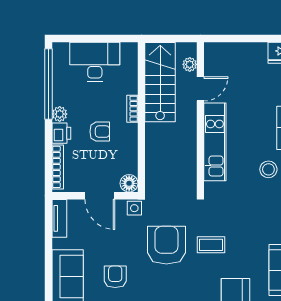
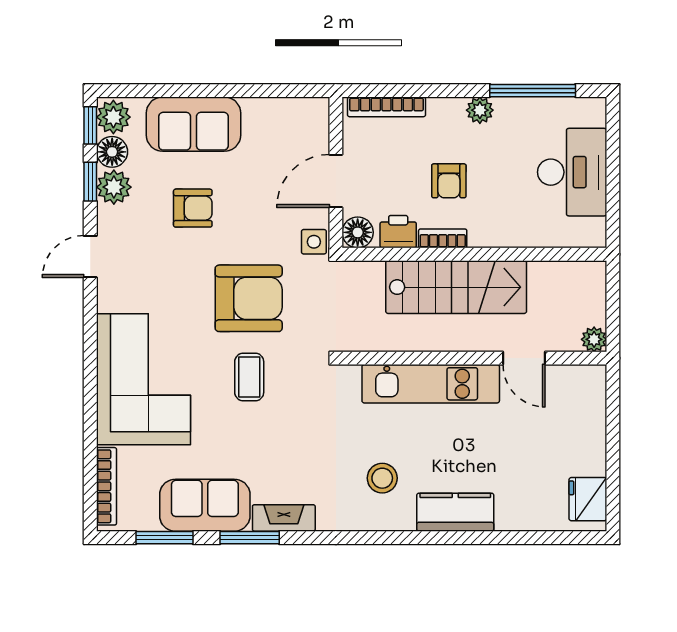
plant: (190, 64) -> (594, 339), moved
stairs: (160, 82) -> (456, 287), moved
window: (49, 84) -> (533, 91), width x0.68
bookcase: (132, 109) -> (443, 238), moved
printer: (61, 133) -> (398, 232), moved, turned 180
tv unit: (59, 218) -> (296, 110), removed

